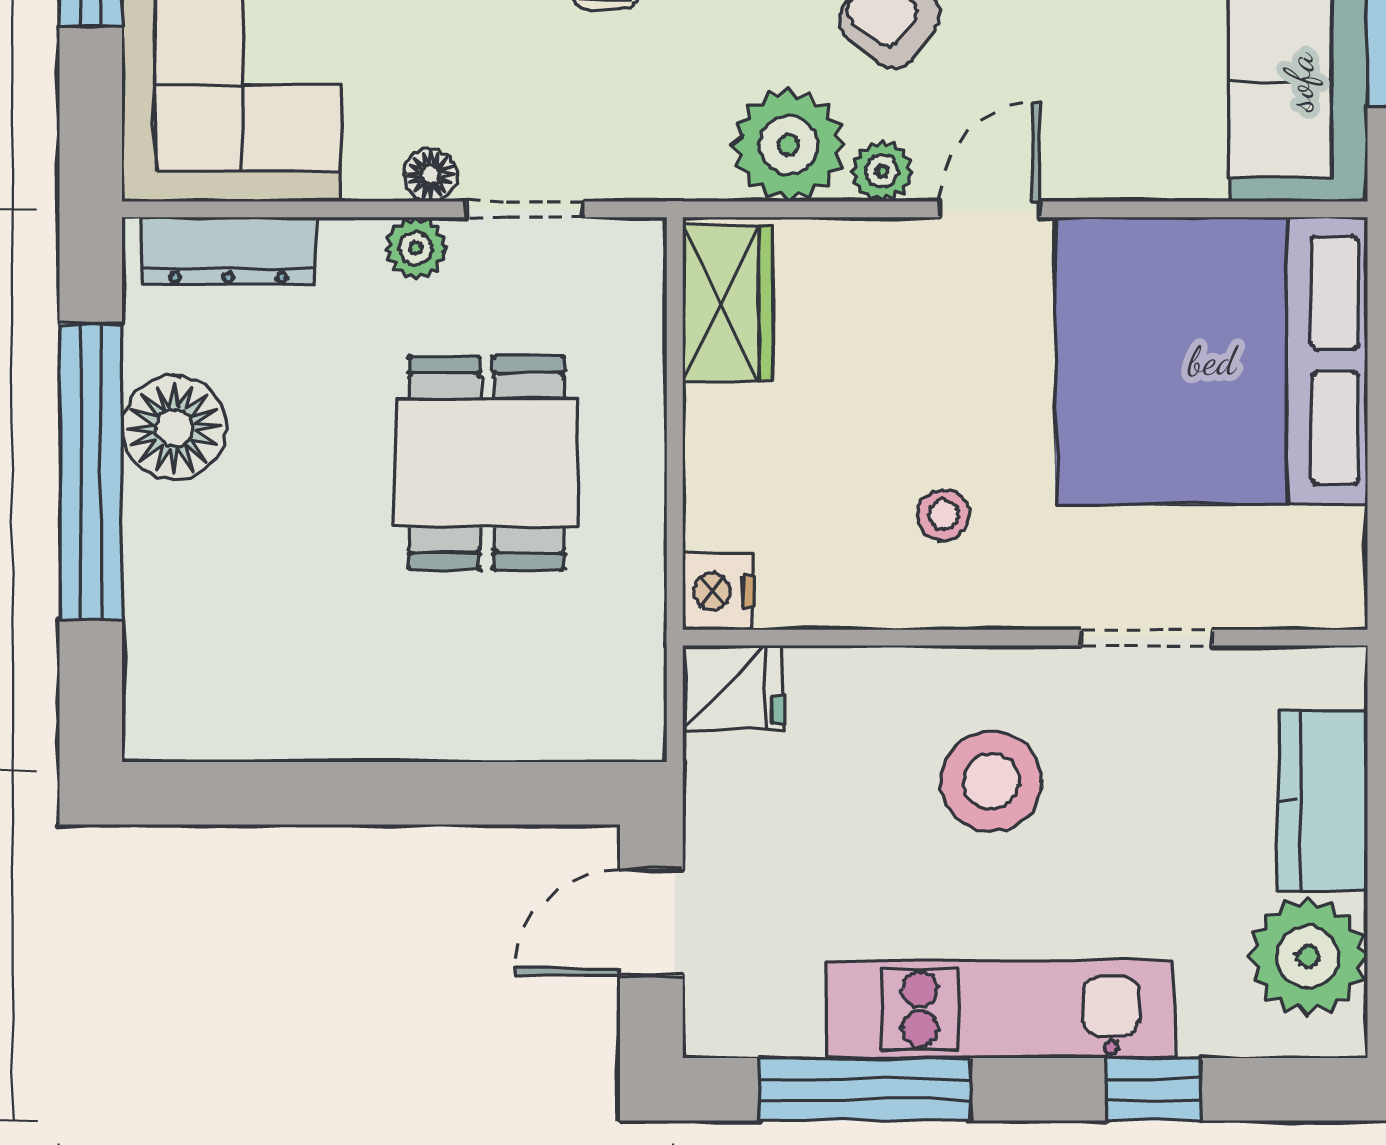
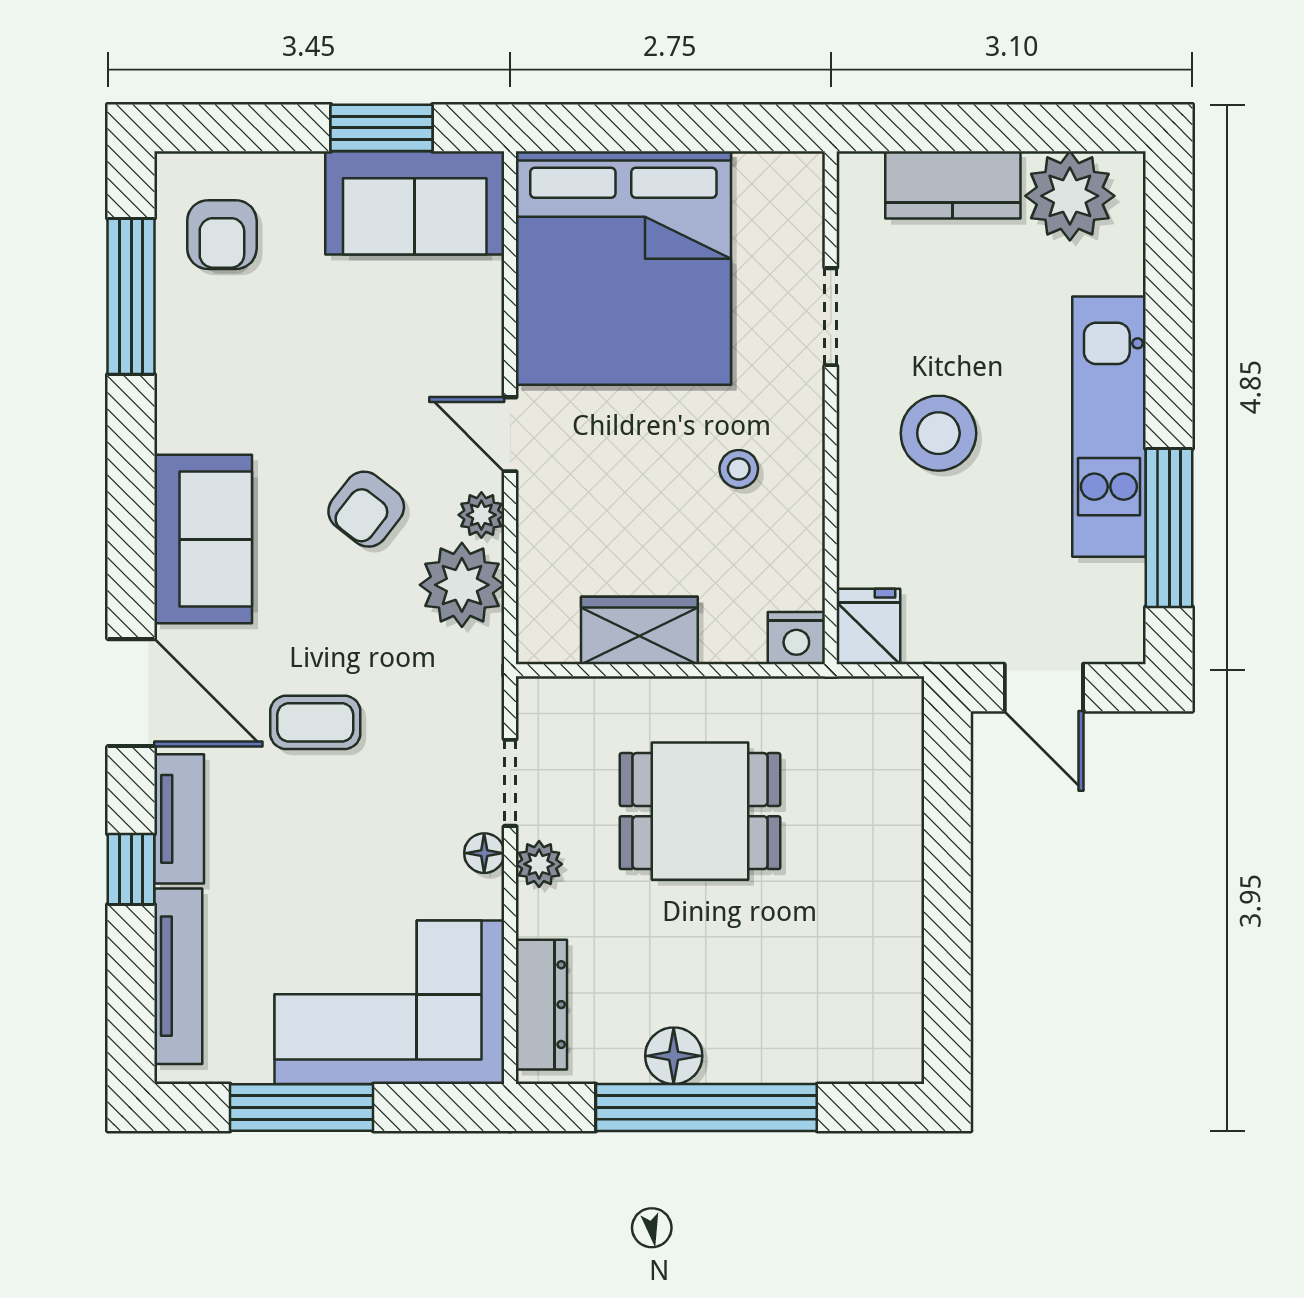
wardrobe: (728, 302) -> (639, 631), moved
floor lamp: (174, 428) -> (674, 1056), width x0.73, depth x0.73
window: (1154, 1089) -> (1169, 311), removed

